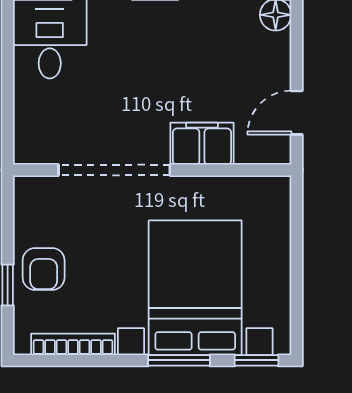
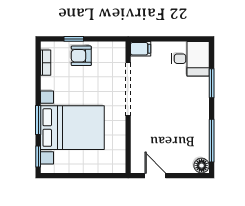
filing cabinet: (202, 144) -> (141, 49), moved, width x0.50
bookcase: (73, 344) -> (46, 63), width x0.64

